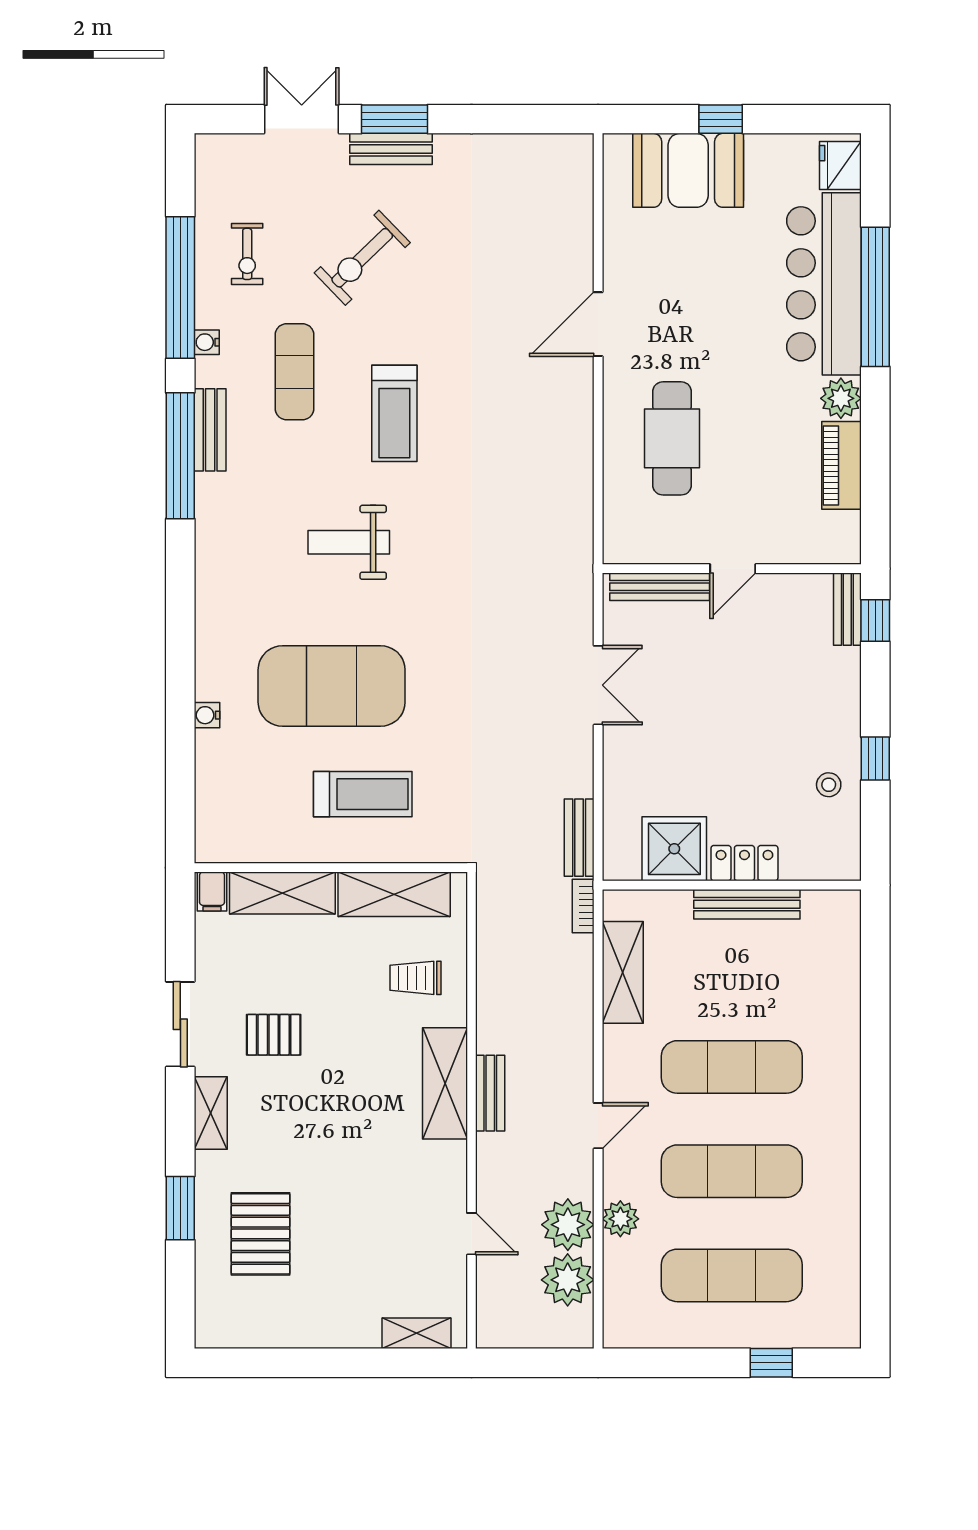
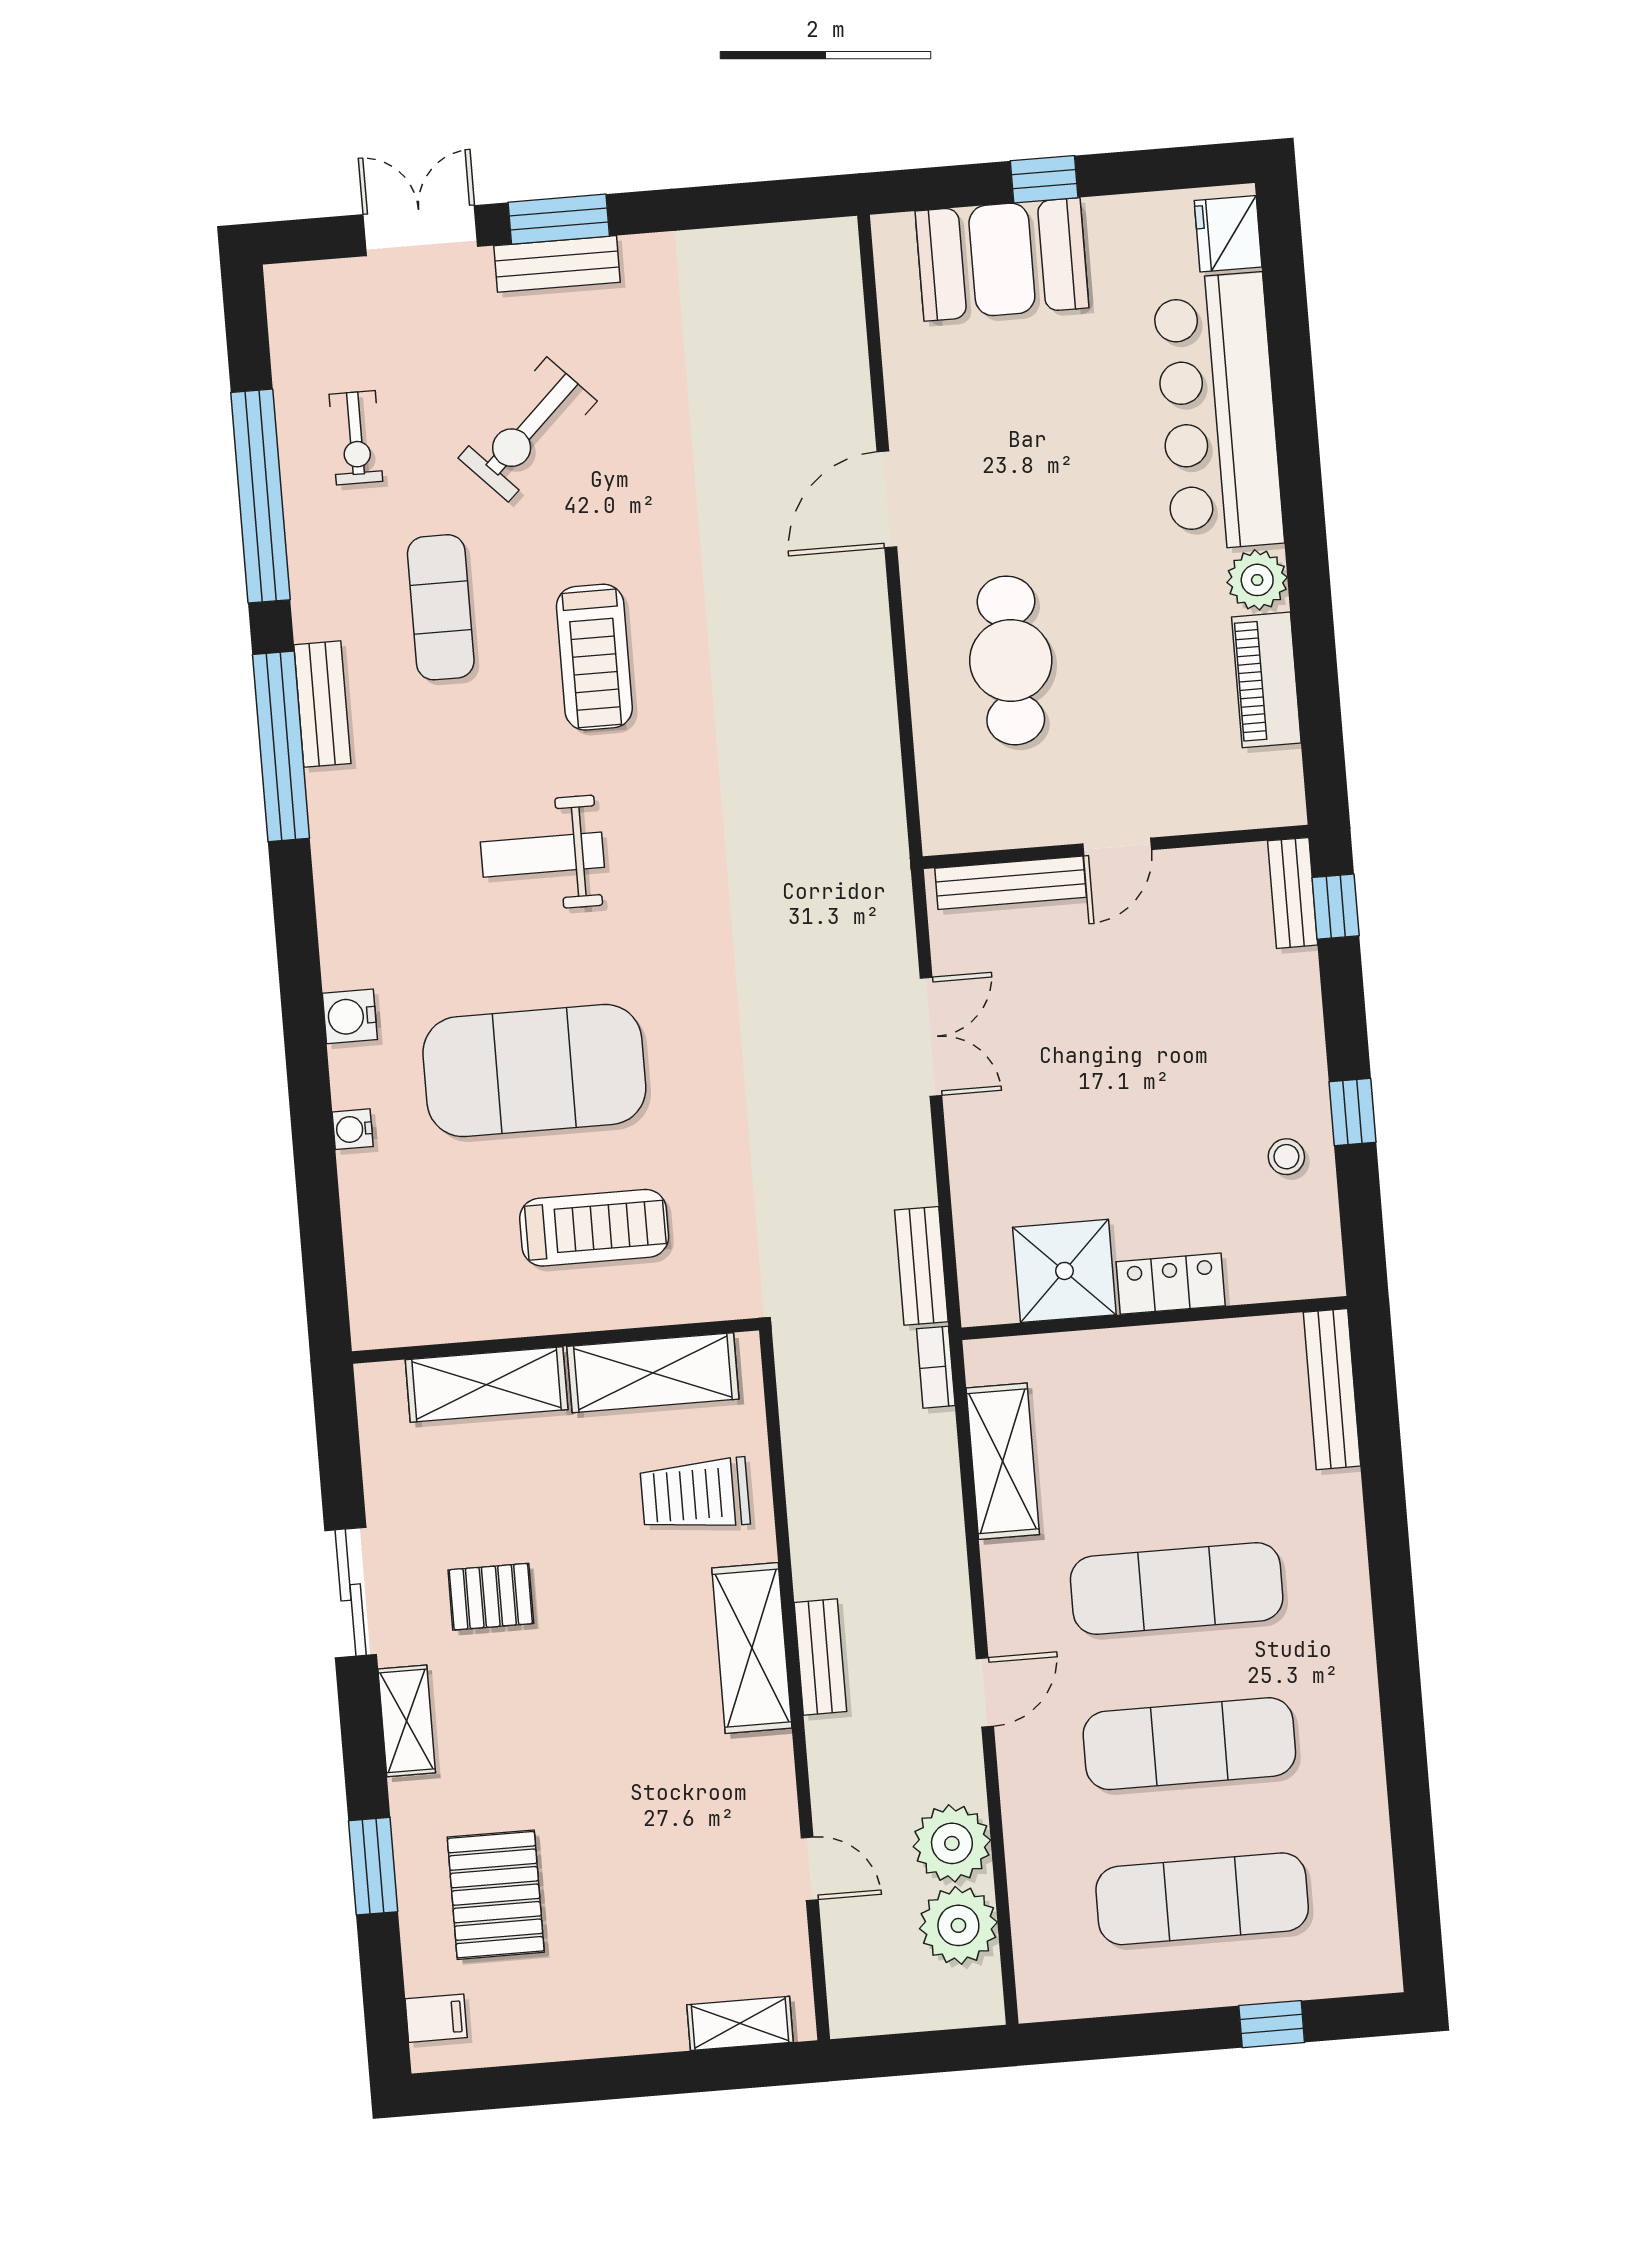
window: (875, 297) -> (1296, 425), removed
water cooler: (207, 342) -> (350, 1016), moved, width x1.38, depth x1.38
filing cabinet: (212, 891) -> (436, 2018), moved, turned -90
bench: (747, 904) -> (1332, 1389), moved, turned 90
trolley: (416, 978) -> (695, 1495), width x1.36, depth x1.39
plant: (620, 1219) -> (1030, 1828), removed

